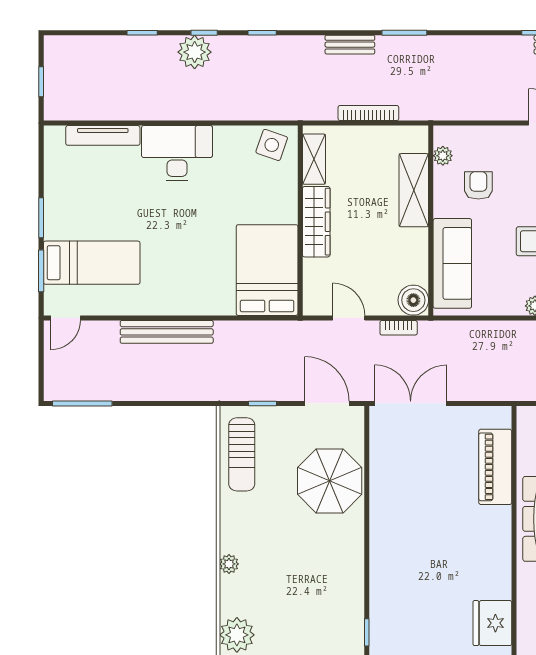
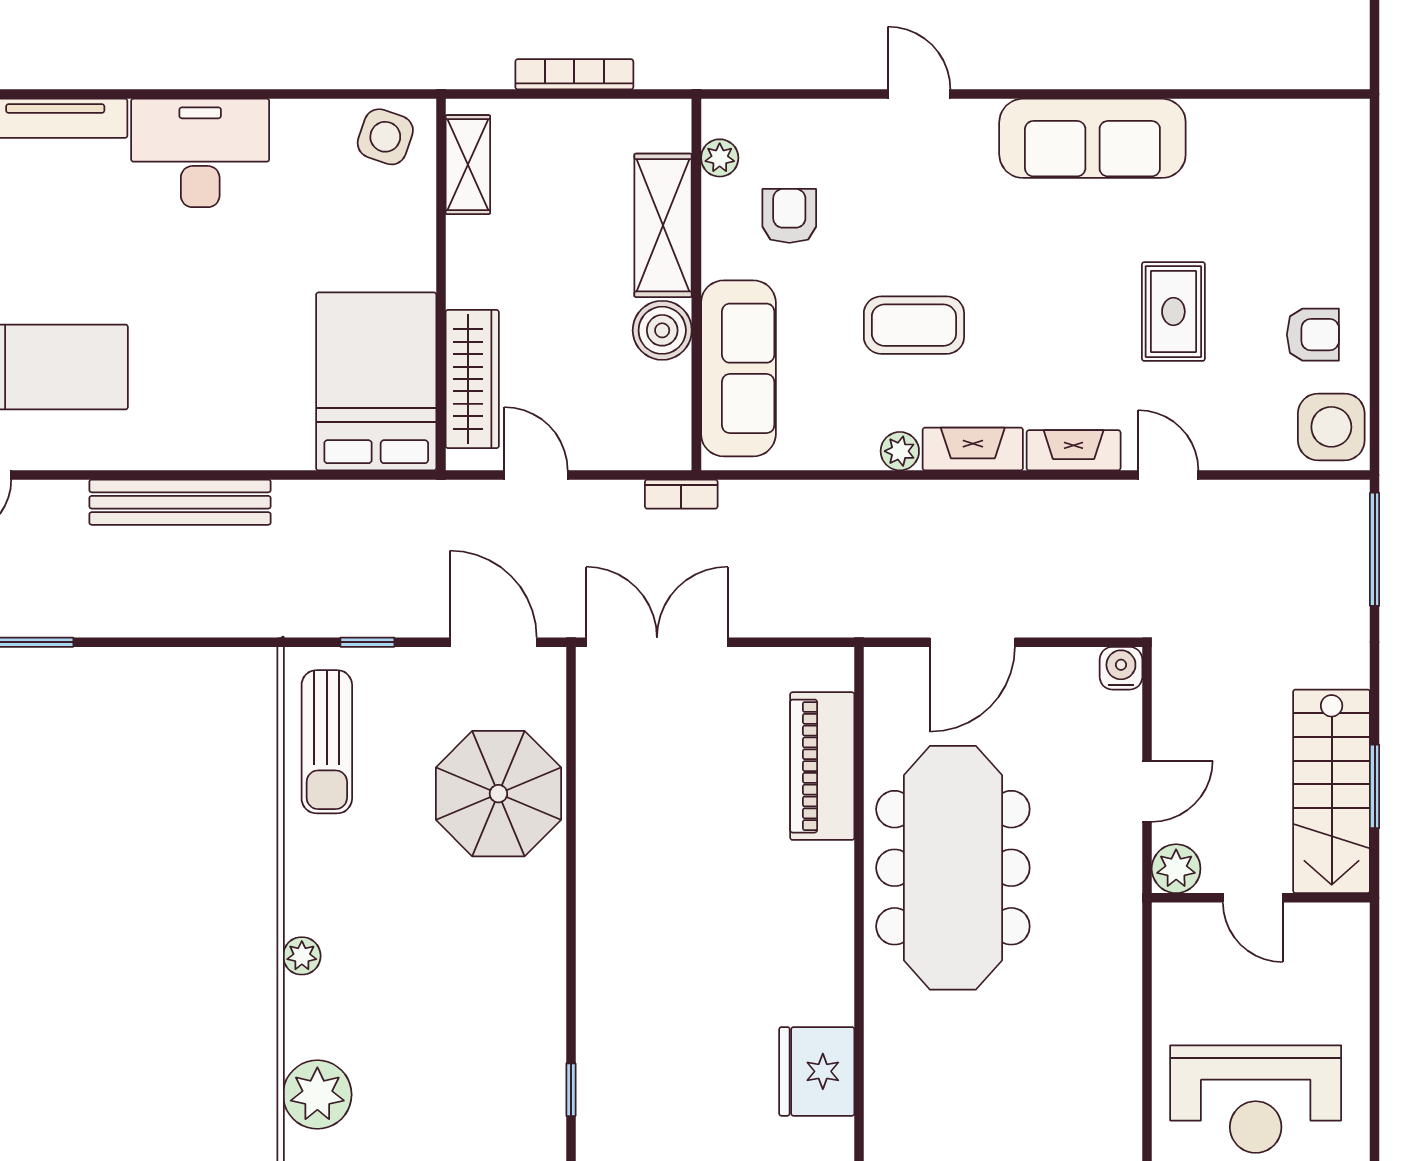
wardrobe: (316, 222) -> (472, 379), moved
boiler: (413, 300) -> (662, 330), moved
bookcase: (399, 328) -> (681, 494), moved

